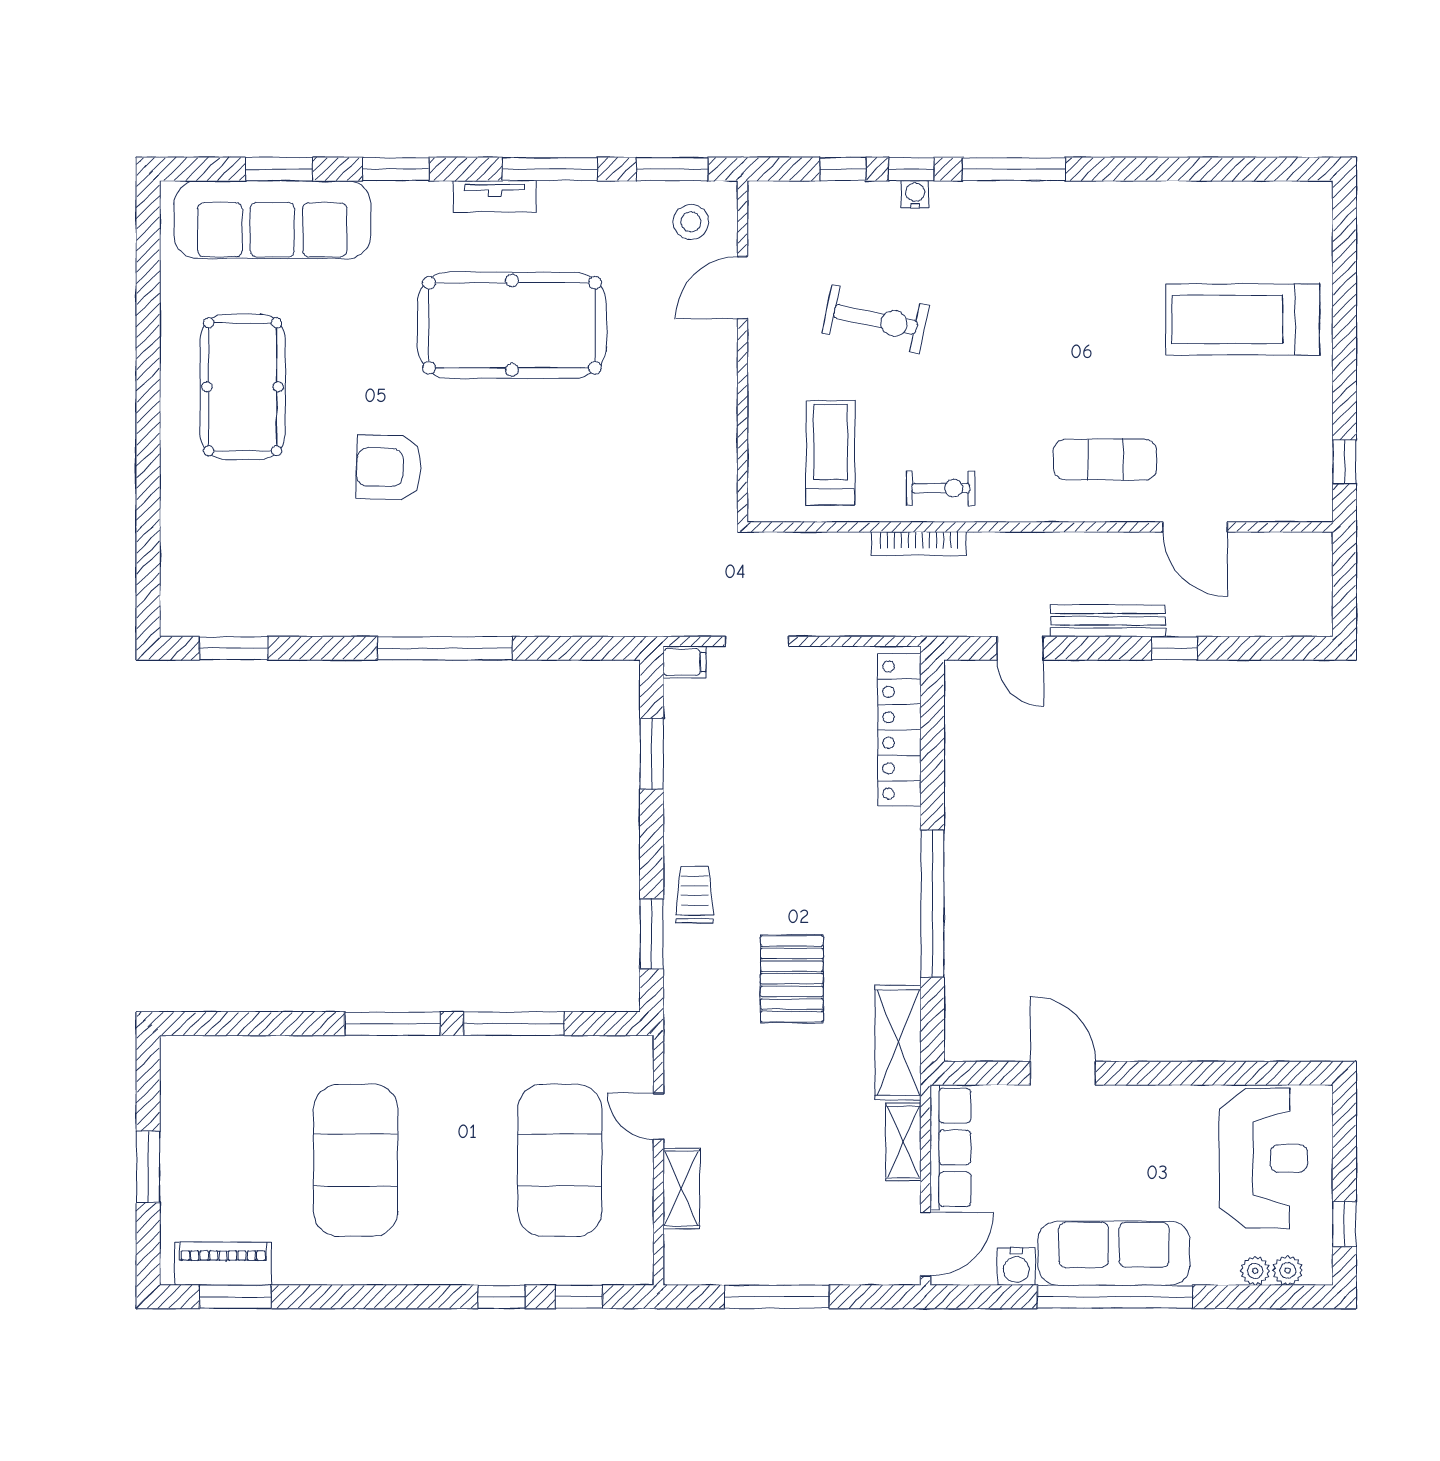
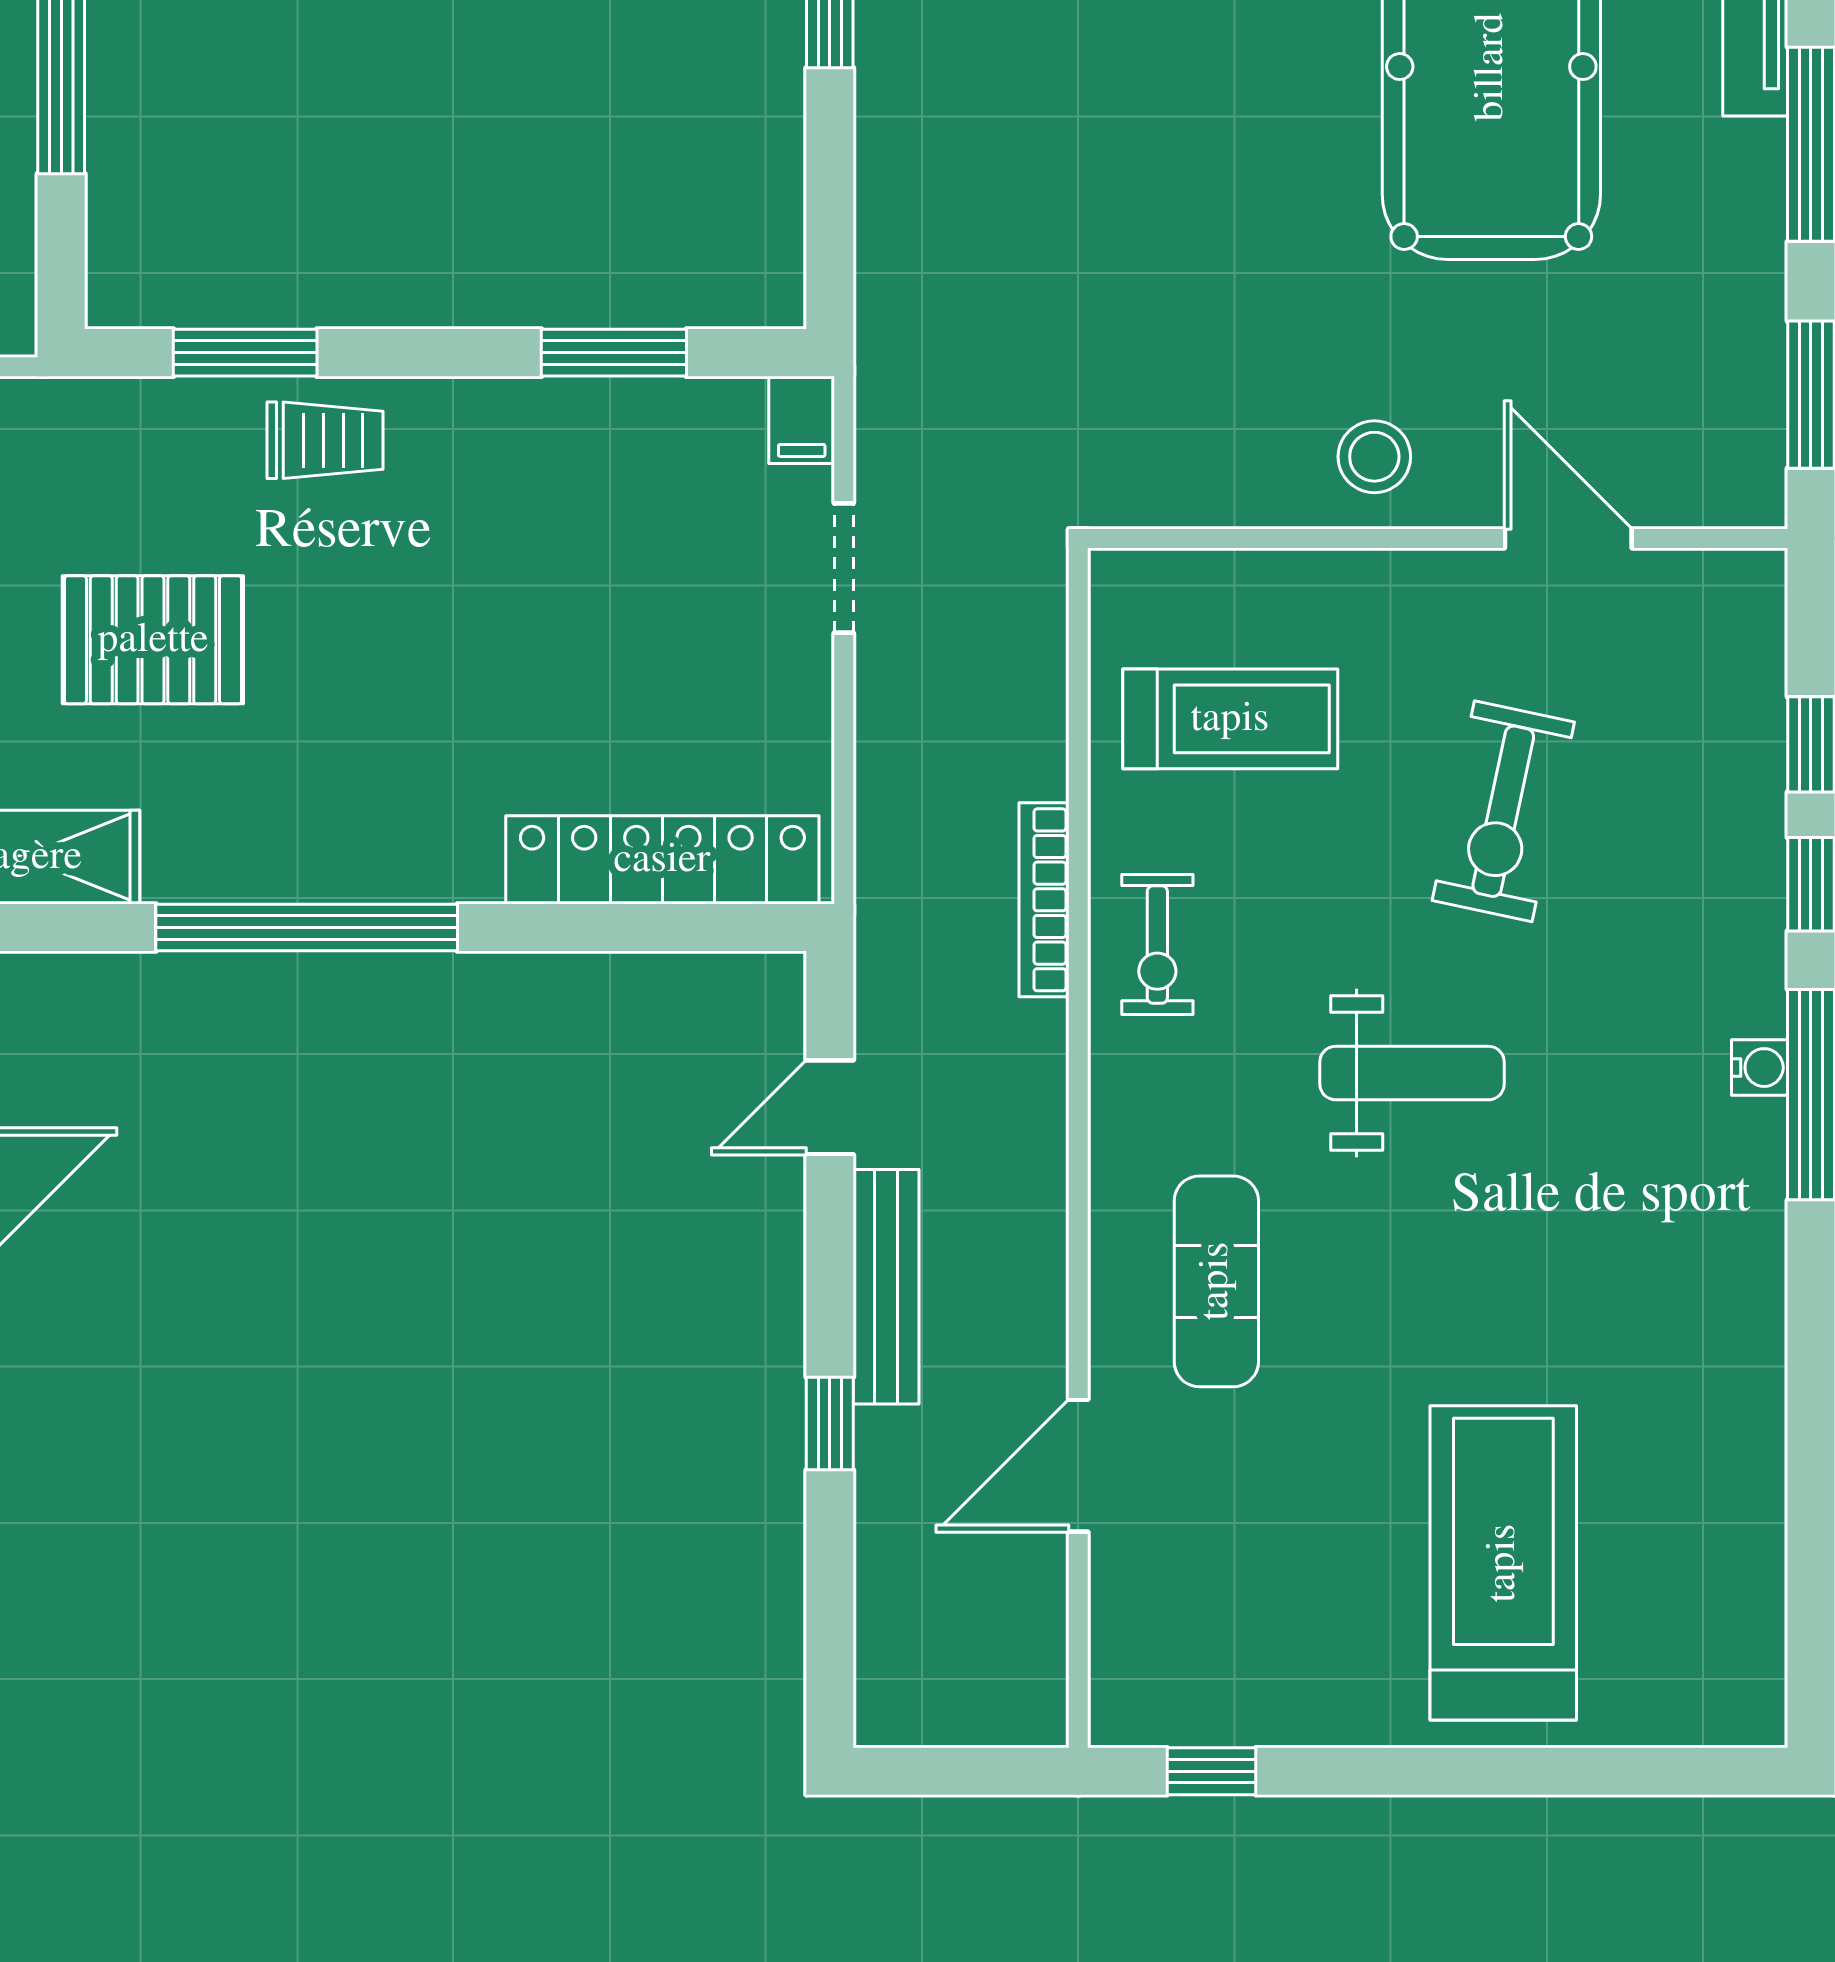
water cooler: (915, 194) -> (1760, 1068), moved
stool: (691, 222) -> (1374, 457), moved
weight bench: (1003, 364) -> (1412, 1073), added

